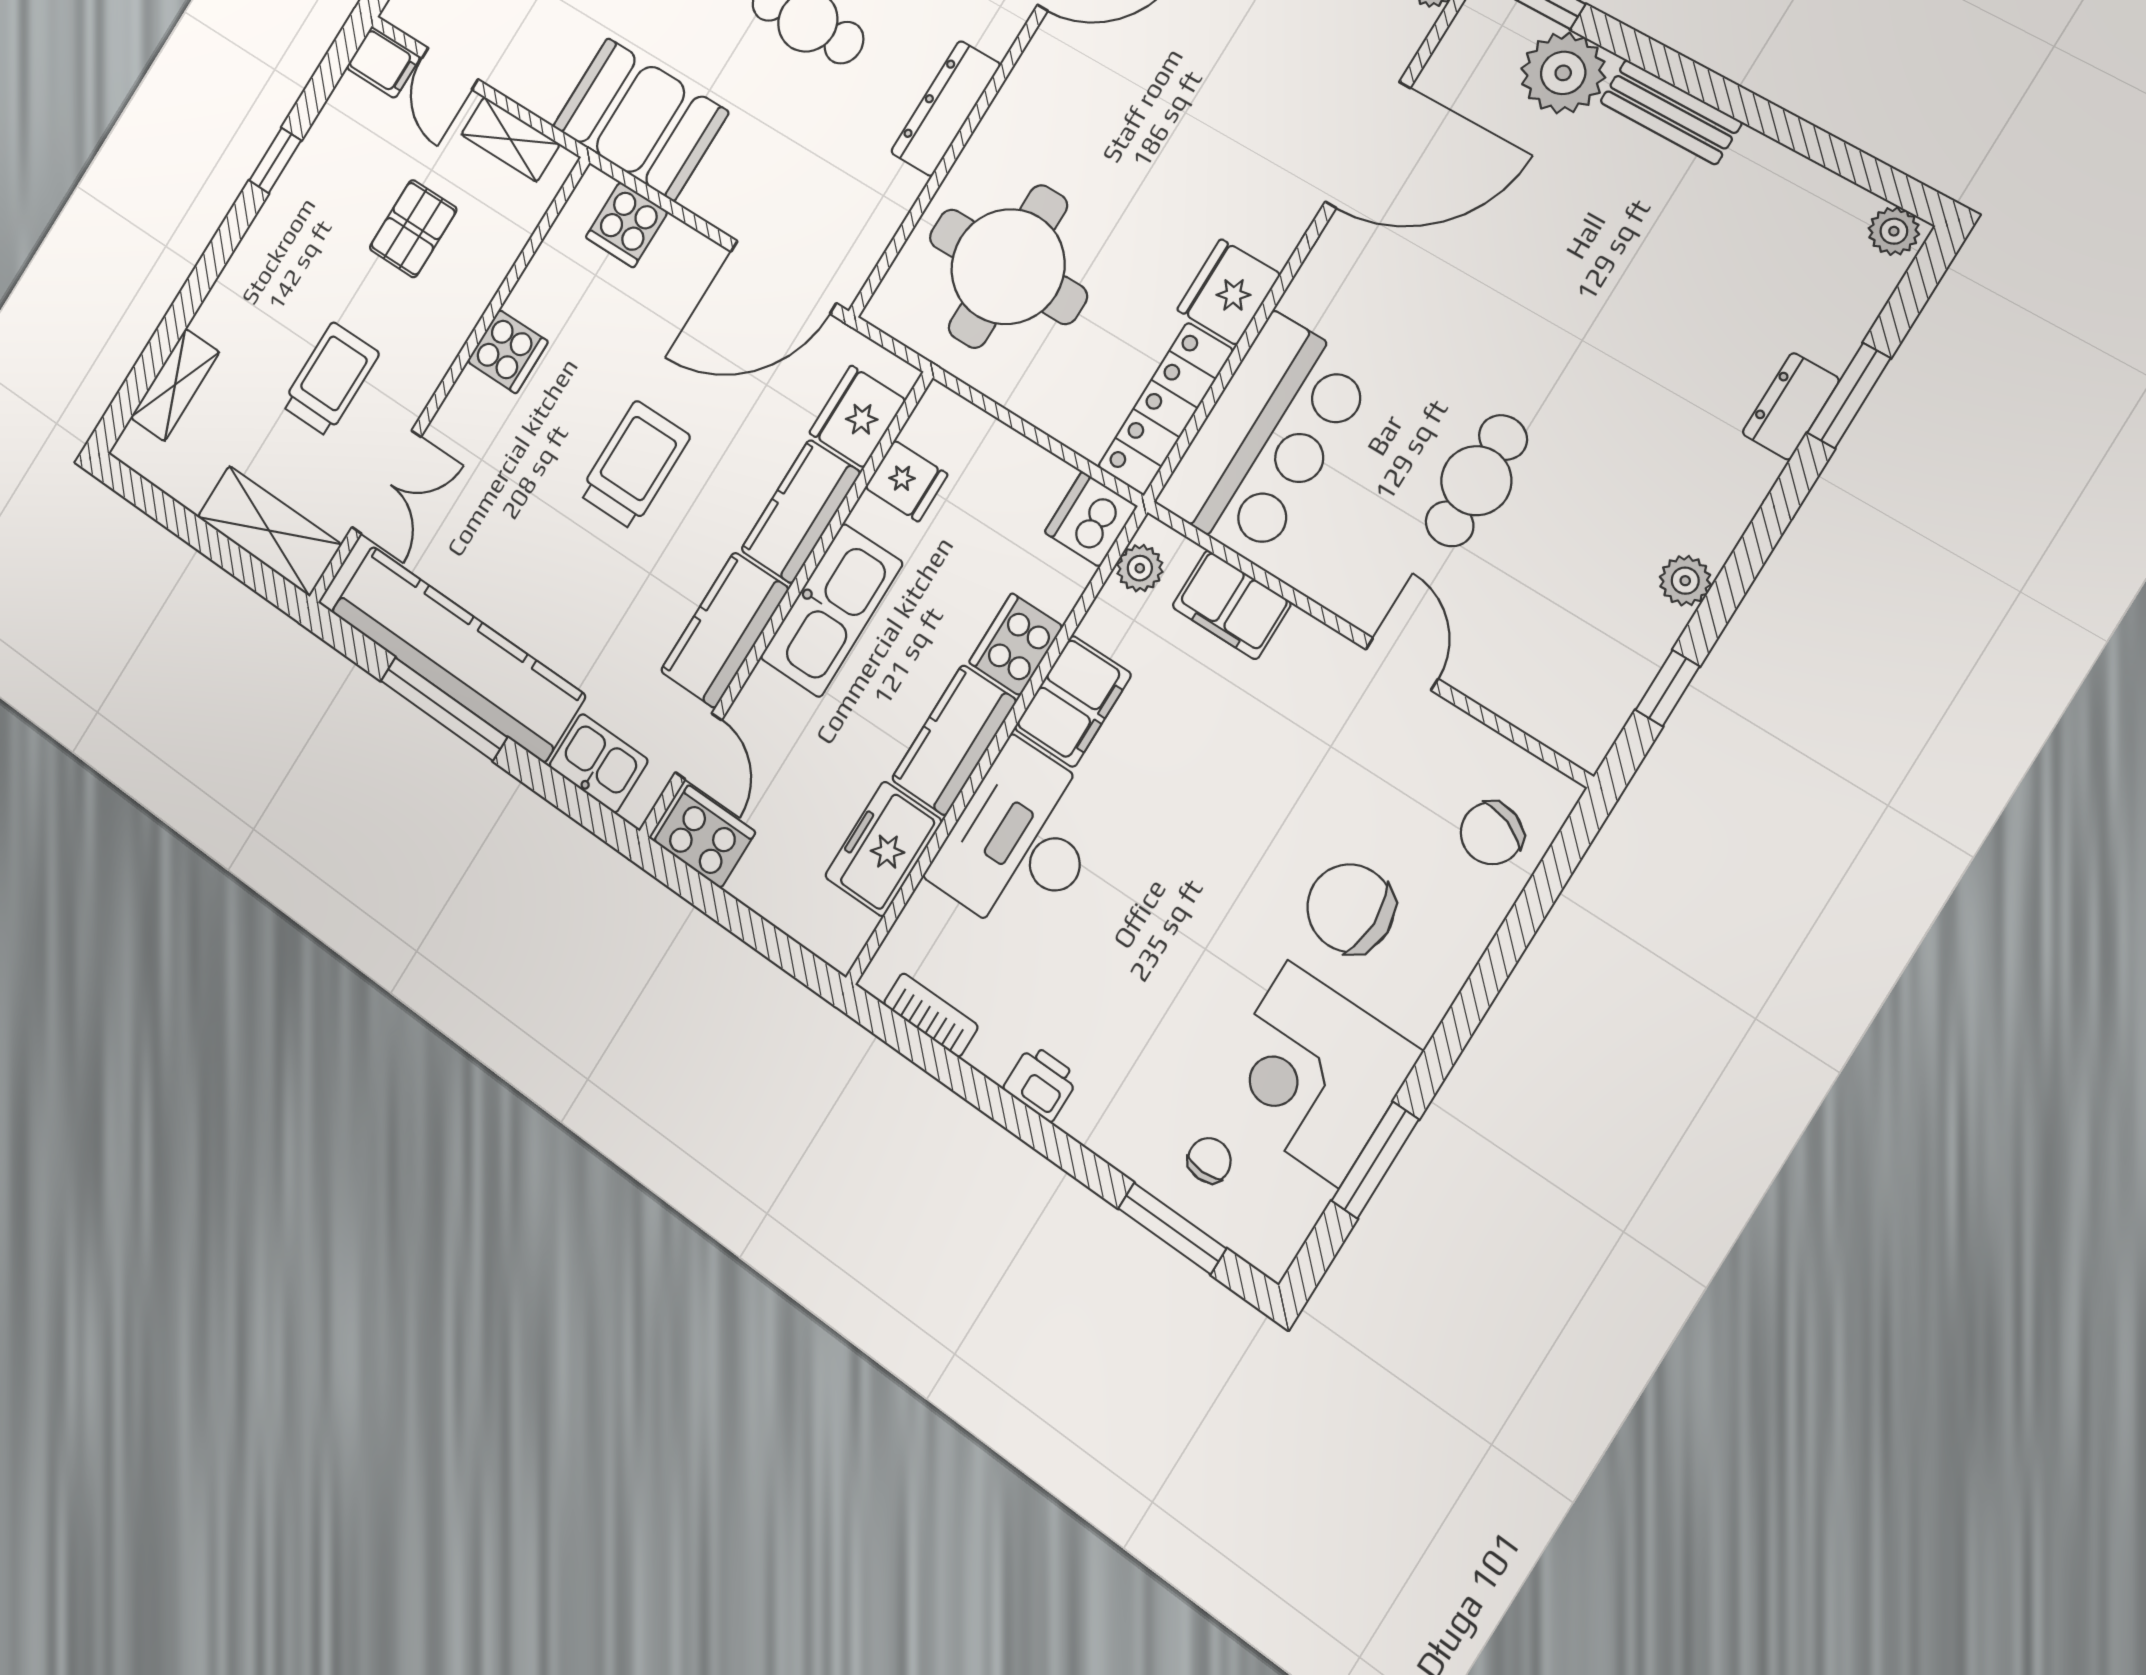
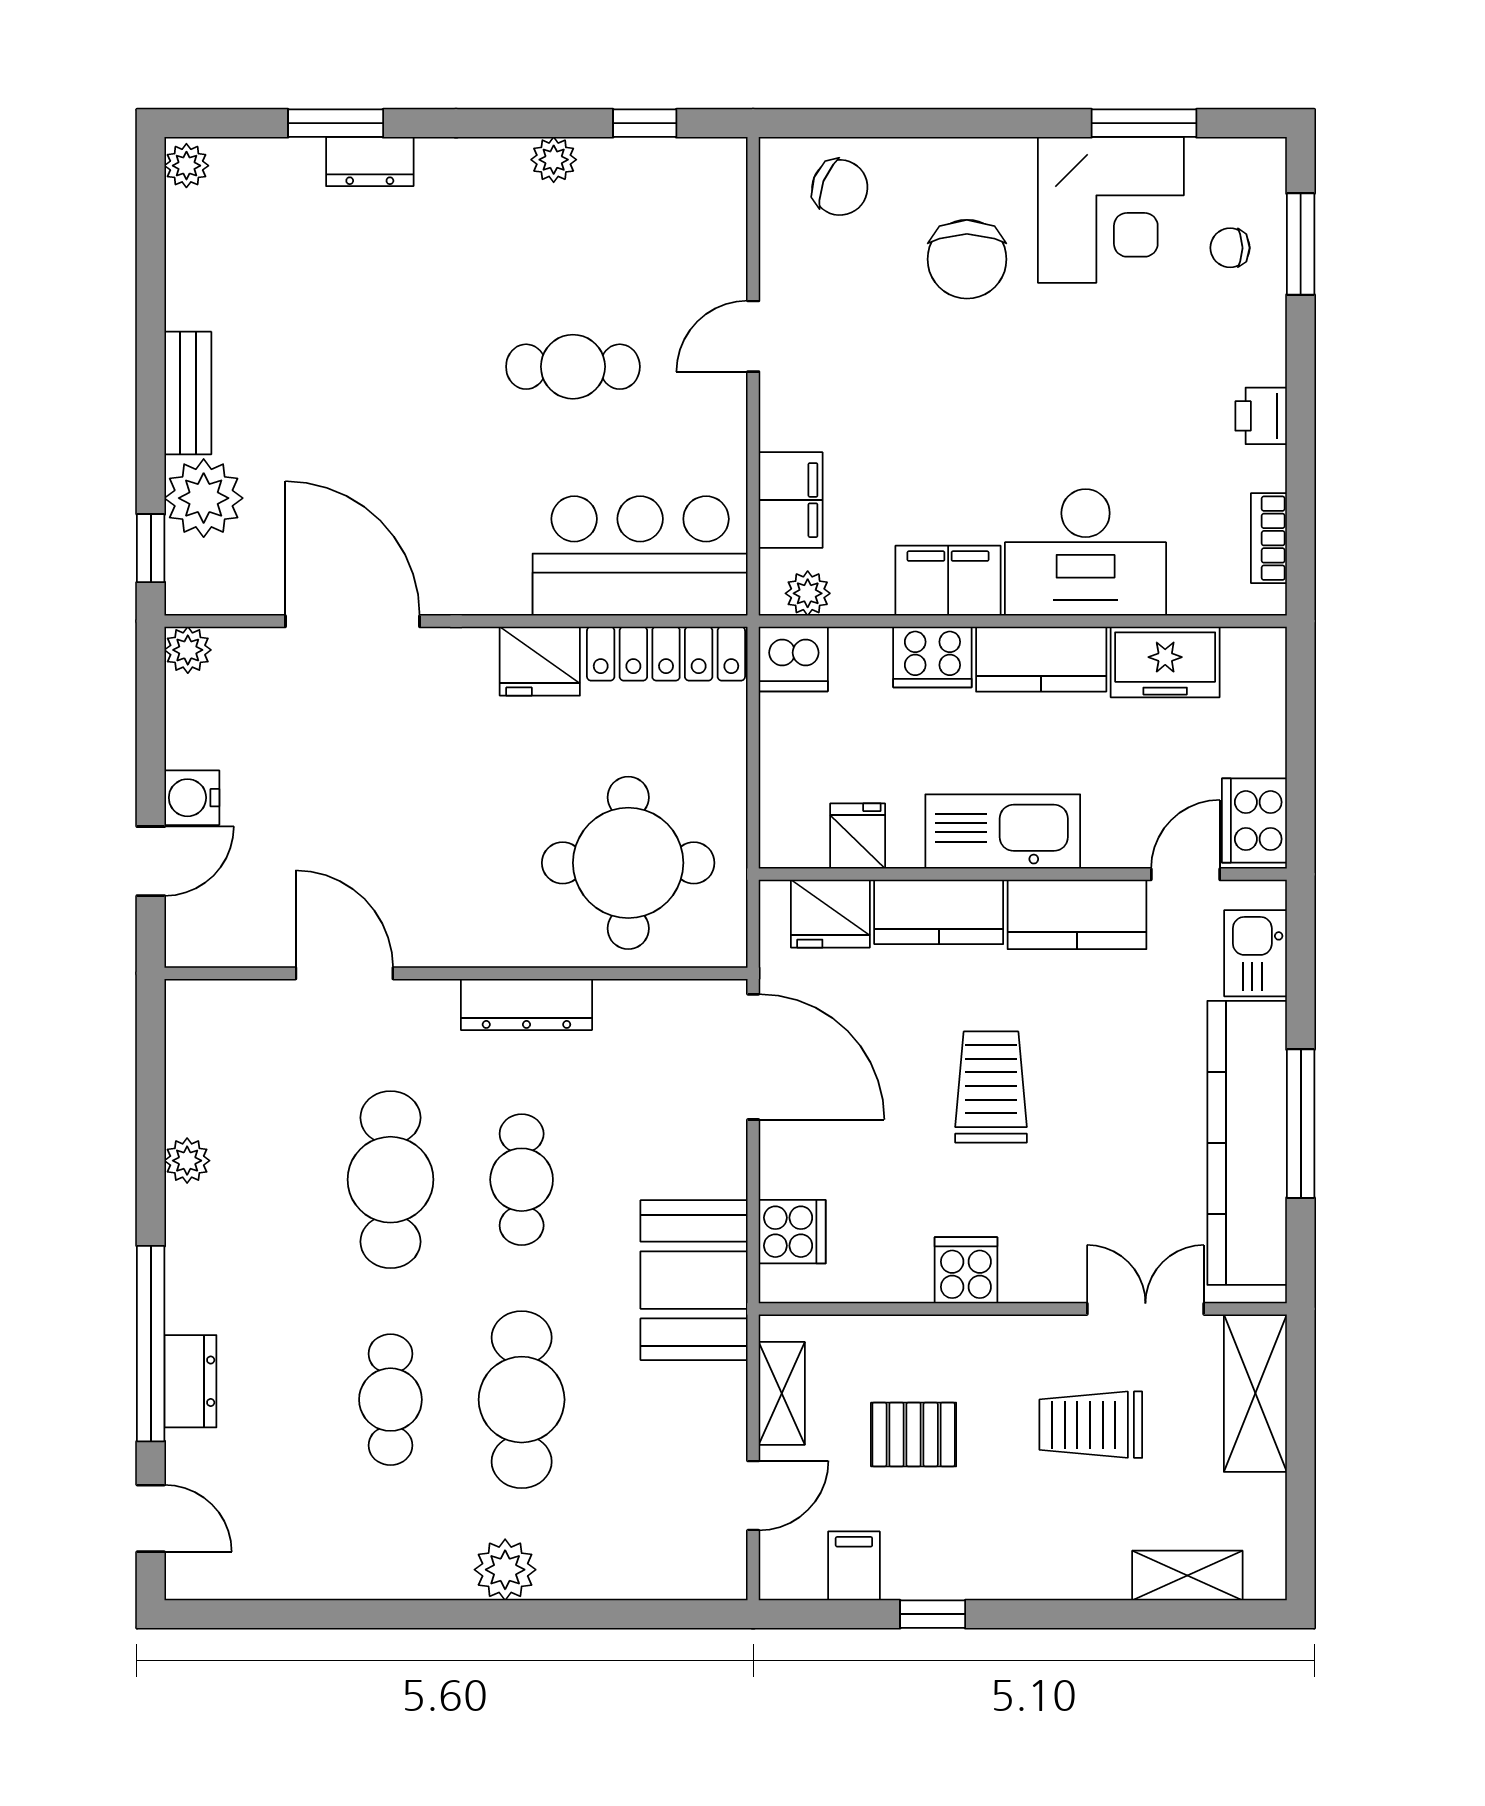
filing cabinet: (383, 62) -> (854, 1566), moved
trolley: (634, 465) -> (991, 1087), turned 90

